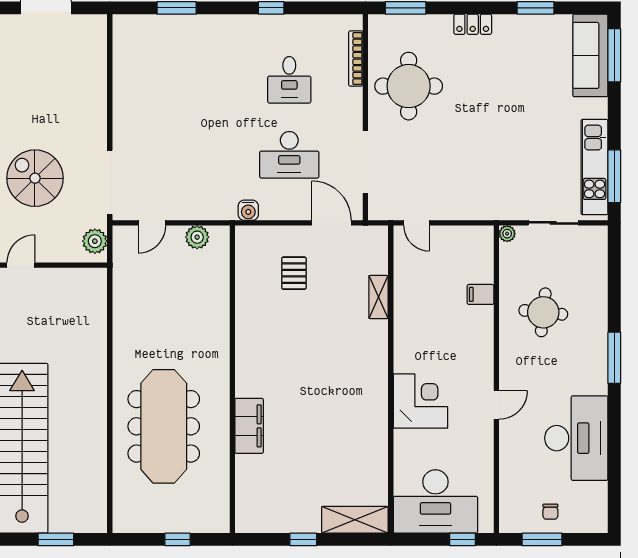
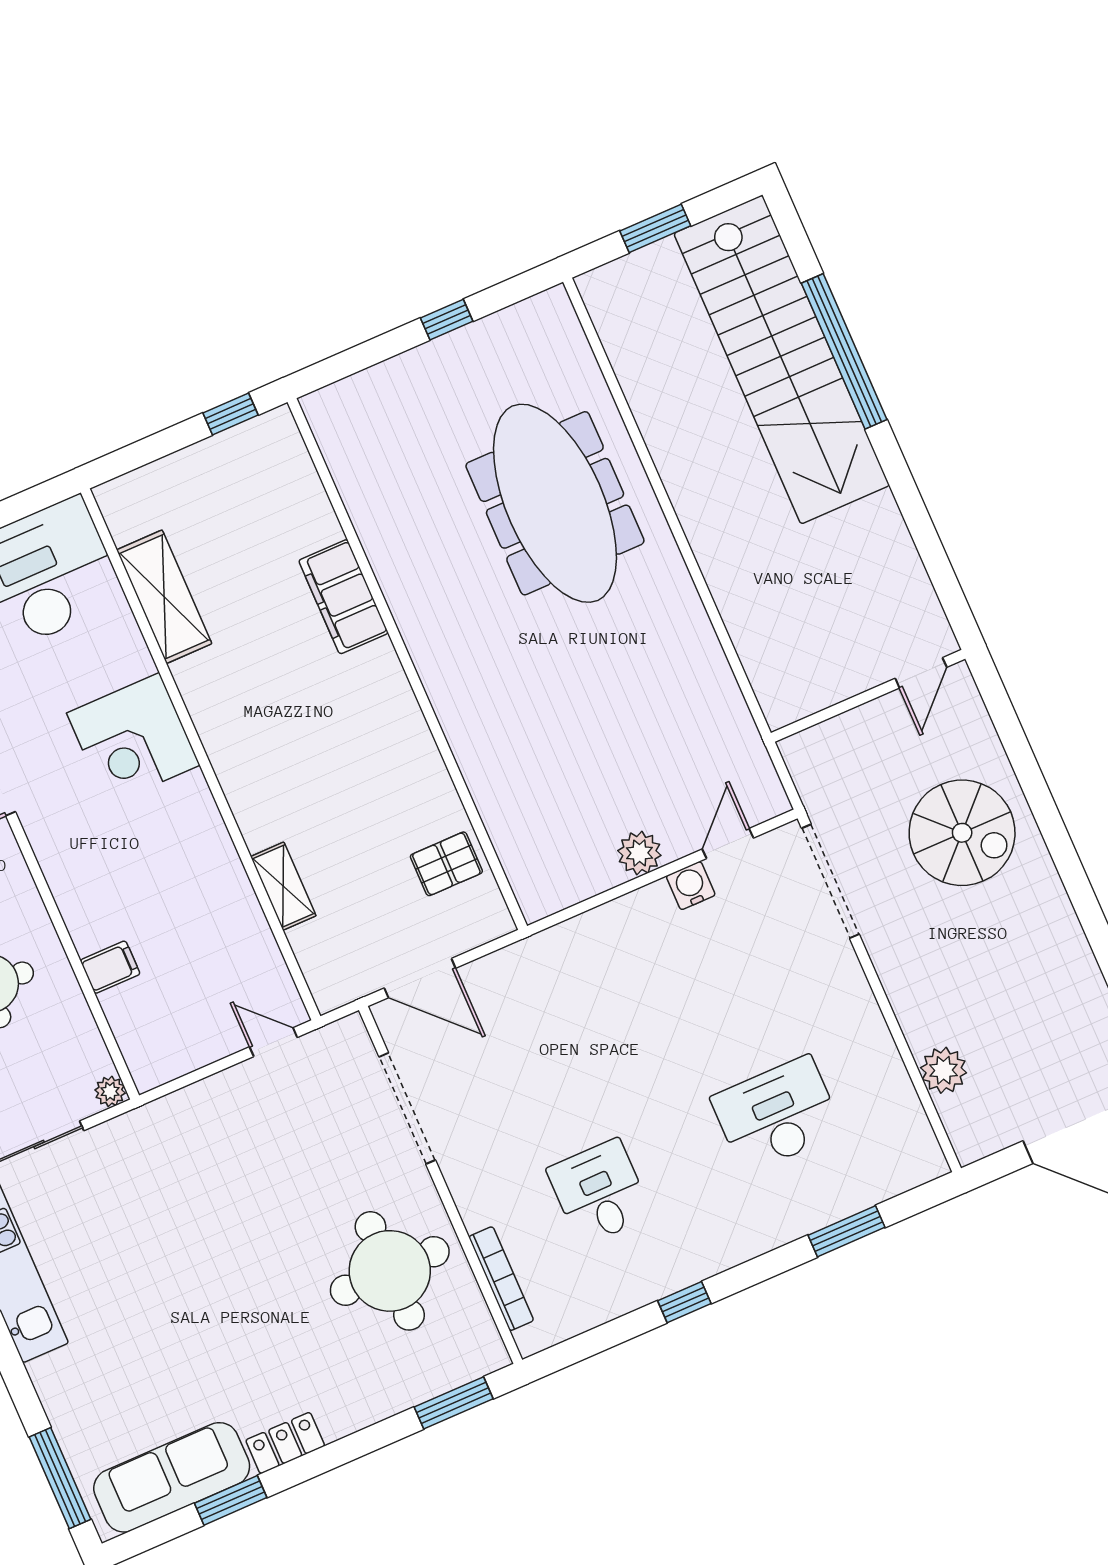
locker: (473, 24) -> (285, 1443), moved
sofa: (590, 55) -> (172, 1477), moved, turned -90
desk: (289, 155) -> (777, 1115), moved
water cooler: (248, 210) -> (691, 886), moved
plant: (95, 241) -> (944, 1070), moved
pallet: (294, 273) -> (446, 864), turned 90
wall: (232, 379) -> (407, 664), moved
filing cabinet: (249, 426) -> (344, 597), moved
shelving: (355, 520) -> (164, 597), moved, turned 90

